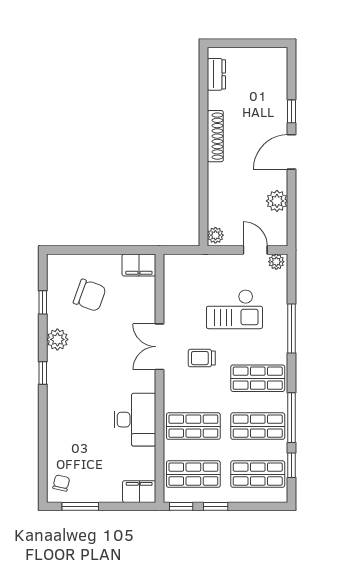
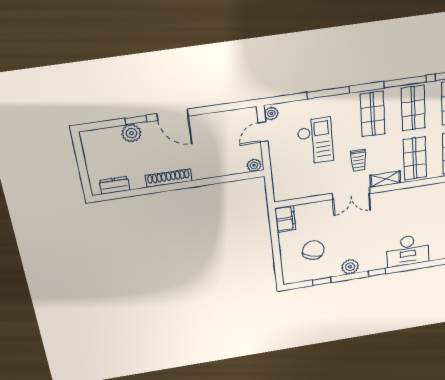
plant: (277, 201) -> (131, 133), moved
shelving: (172, 389) -> (385, 179), added
desk: (135, 420) -> (408, 251), moved, turned 180

